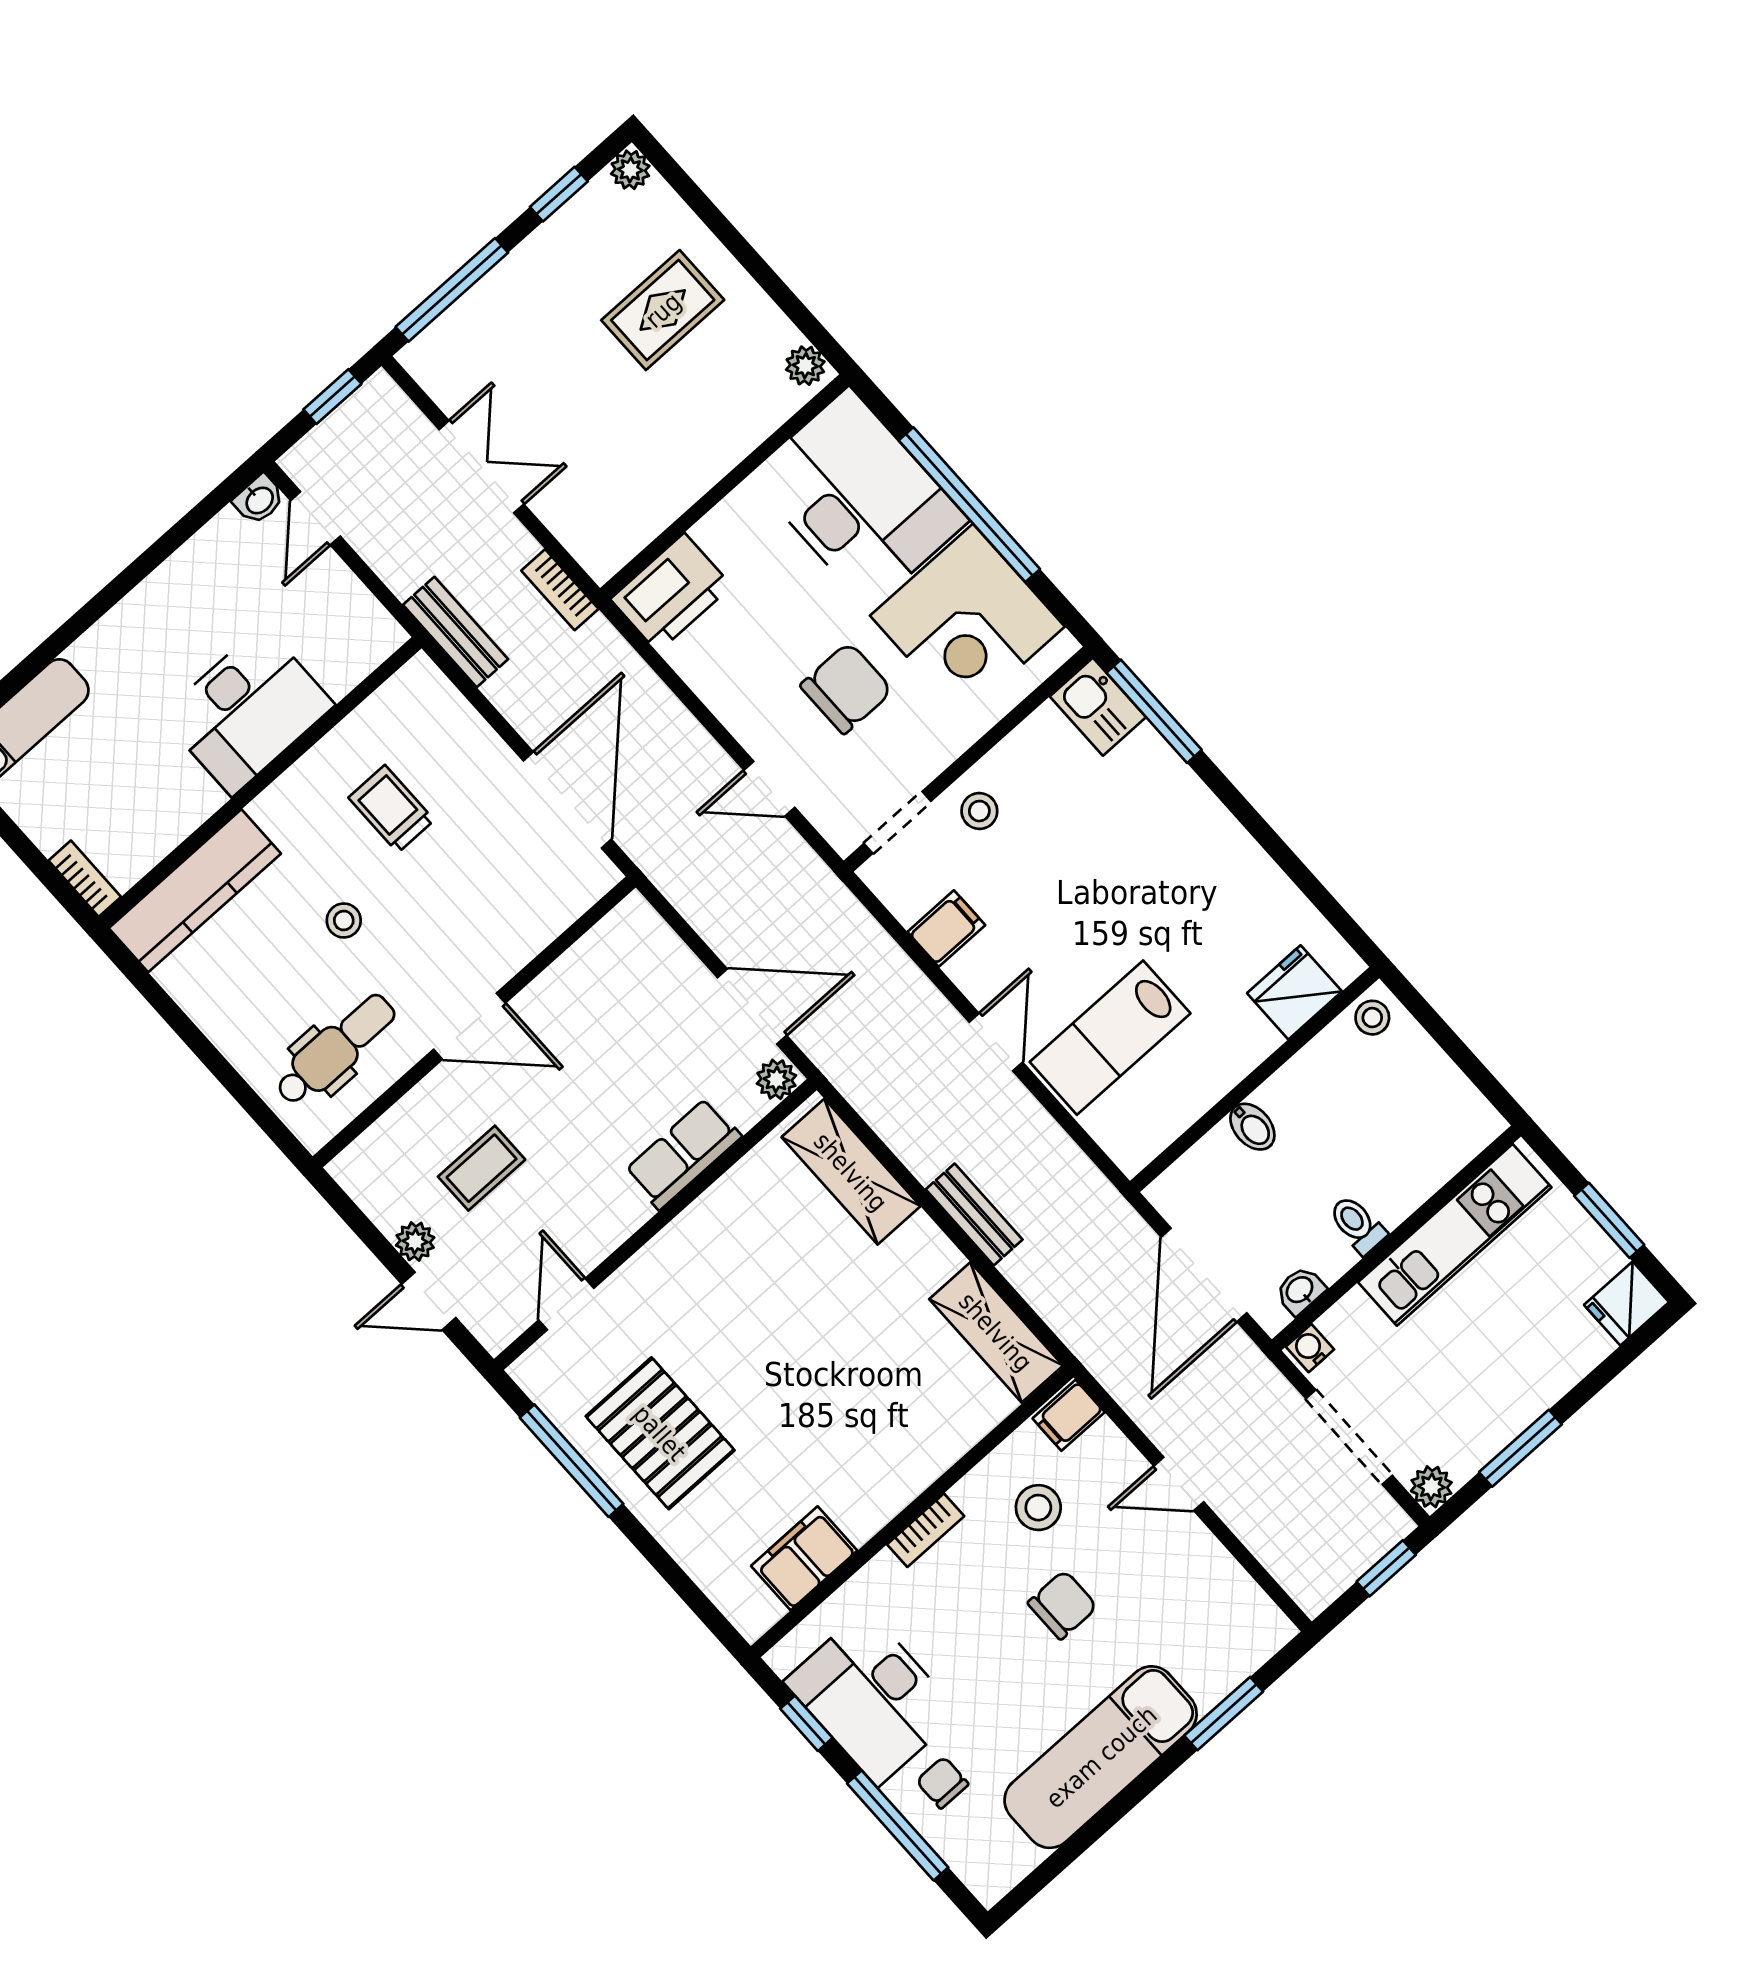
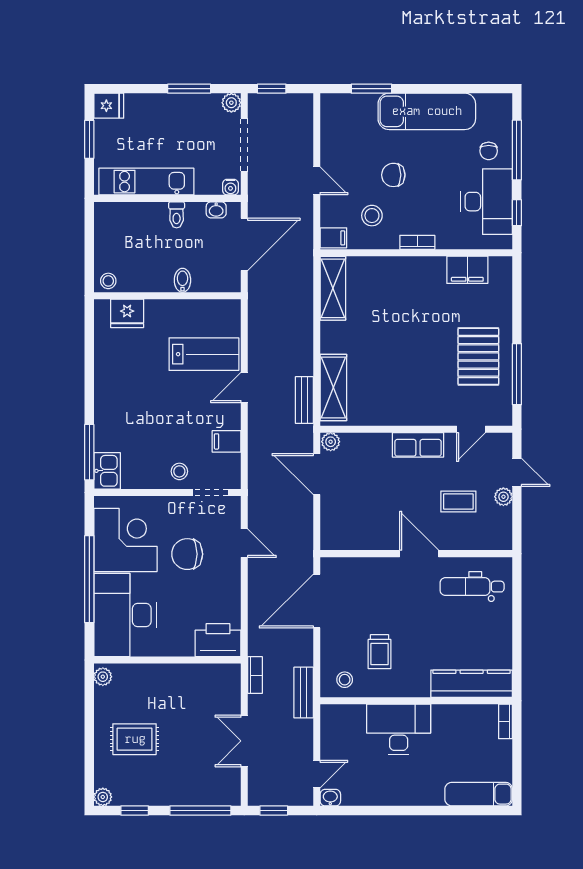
stool: (344, 920) -> (345, 680), moved
row of seats: (683, 1154) -> (418, 445), moved
bench: (974, 1215) -> (304, 400), moved

